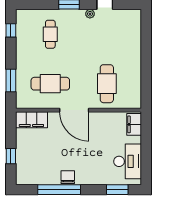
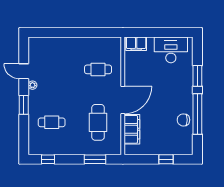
cafe table: (107, 84) -> (98, 69), width x0.73, depth x0.74
filing cabinet: (31, 120) -> (132, 129), moved
chair: (68, 177) -> (183, 120), moved
window: (117, 190) -> (197, 76), moved

